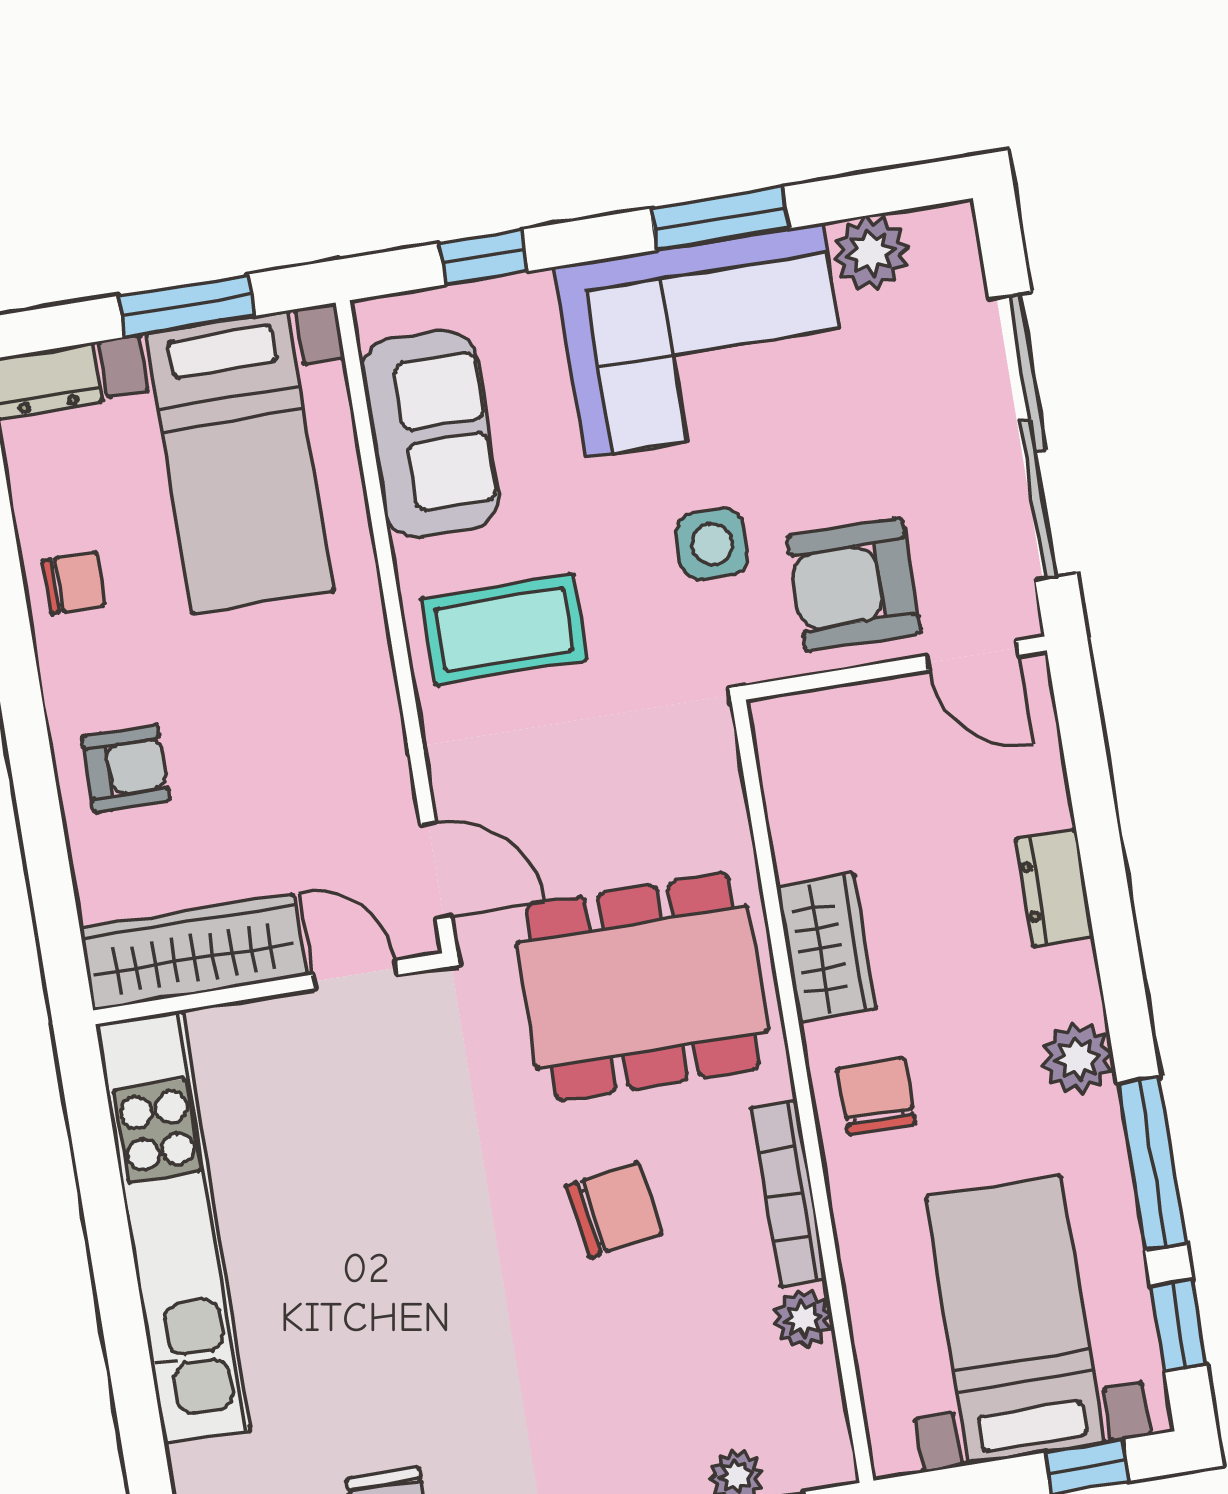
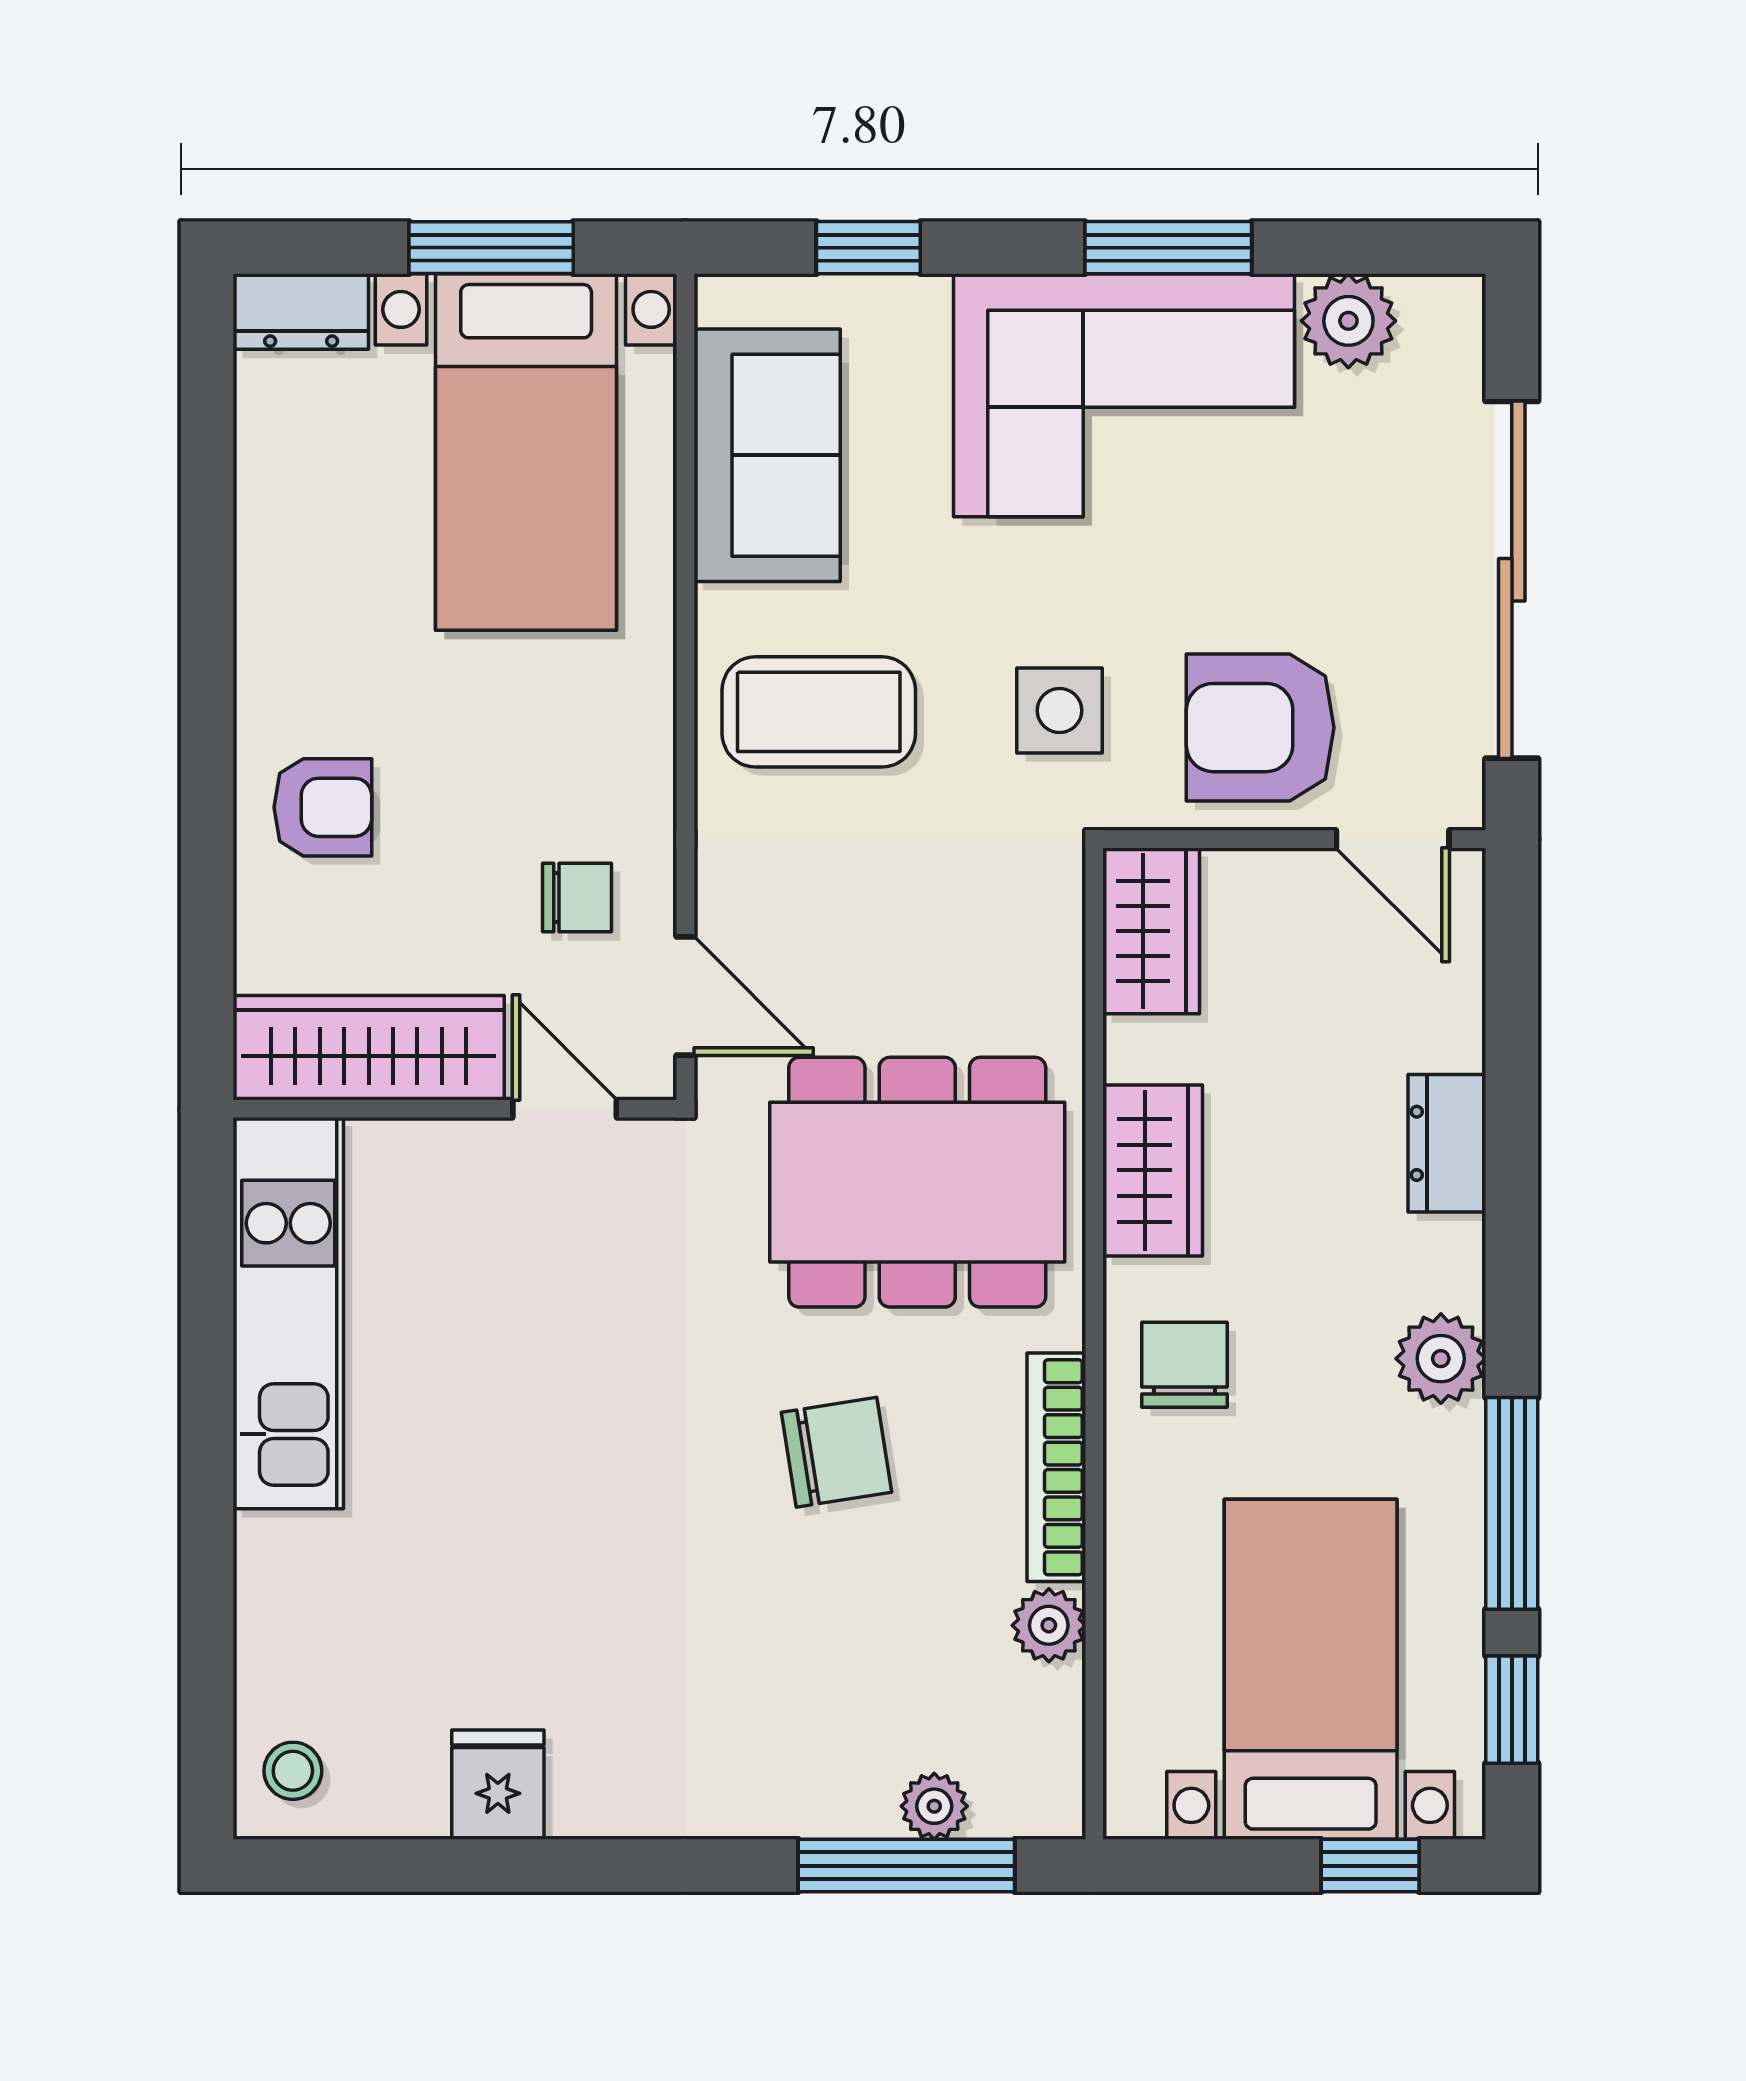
side table: (712, 544) -> (1060, 710), moved
chair: (74, 583) -> (577, 897), moved
wardrobe: (794, 759) -> (1151, 931), added
kitchen unit: (173, 1227) -> (288, 1313), width x0.73

